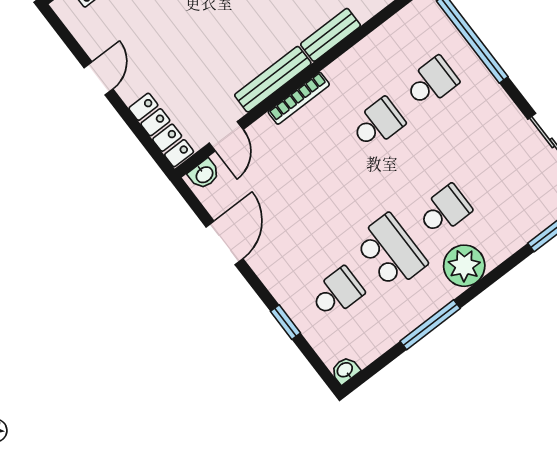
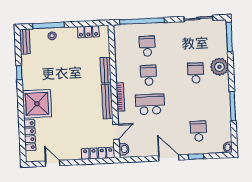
door: (98, 78) -> (53, 163), moved
door: (226, 136) -> (116, 132), hinge flipped
door: (225, 243) -> (169, 158), moved
school desk: (391, 252) -> (150, 104), moved
plant: (464, 266) -> (219, 67), moved

